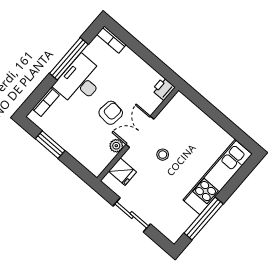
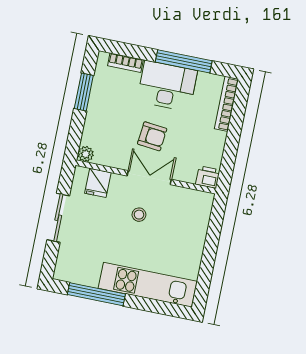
bookcase: (111, 40) -> (227, 104), width x1.56
plant: (116, 146) -> (86, 154), moved

